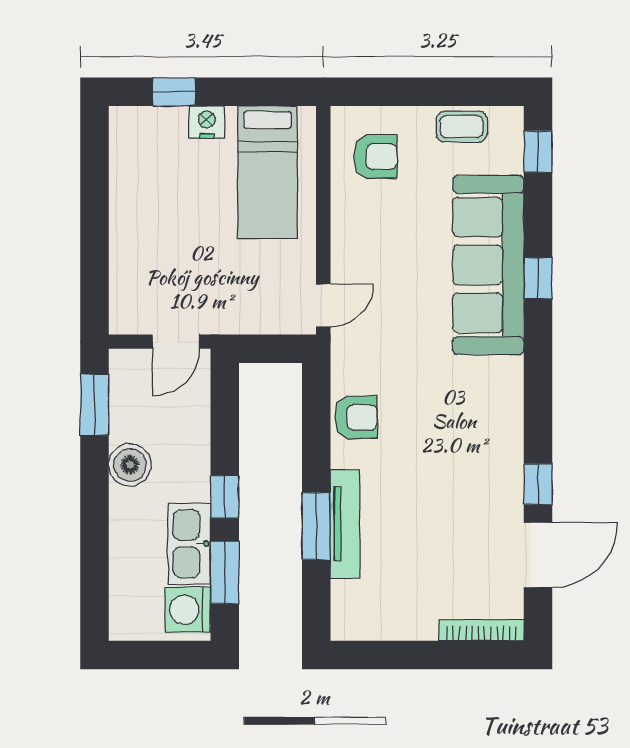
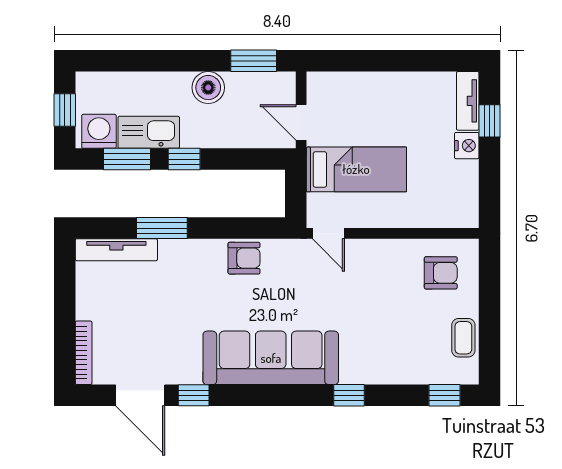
tv unit: (148, 121) -> (468, 101), added
armchair: (376, 157) -> (441, 273), turned -90
bed: (268, 172) -> (356, 169), moved, turned 180
sofa: (488, 265) -> (271, 358), moved
armchair: (356, 417) -> (244, 258), turned -90
tv unit: (345, 524) -> (116, 250), moved
window: (160, 655) -> (65, 110), added

